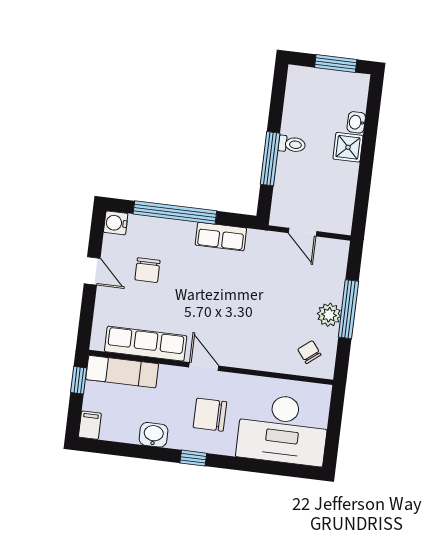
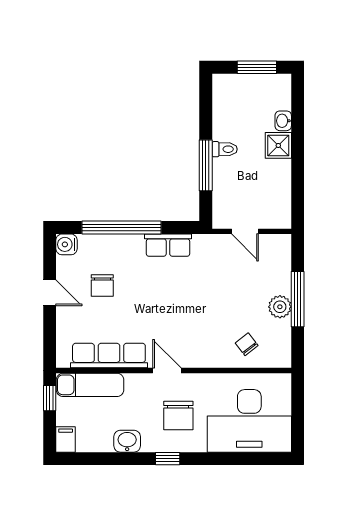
chair: (309, 352) -> (247, 344), moved
chair: (210, 415) -> (178, 415), turned -90

